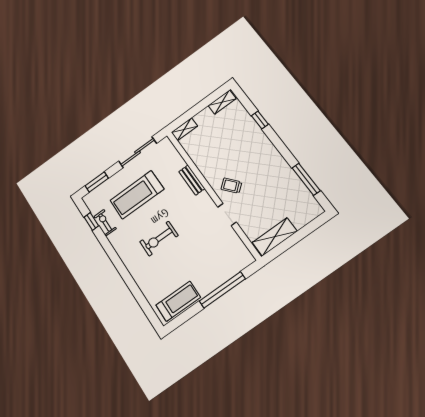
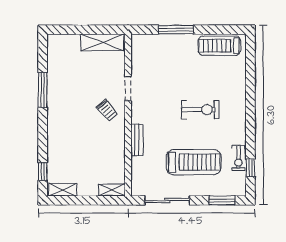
window: (260, 120) -> (43, 171), moved
window: (306, 179) -> (43, 90), moved
window: (222, 290) -> (176, 30), width x0.68

